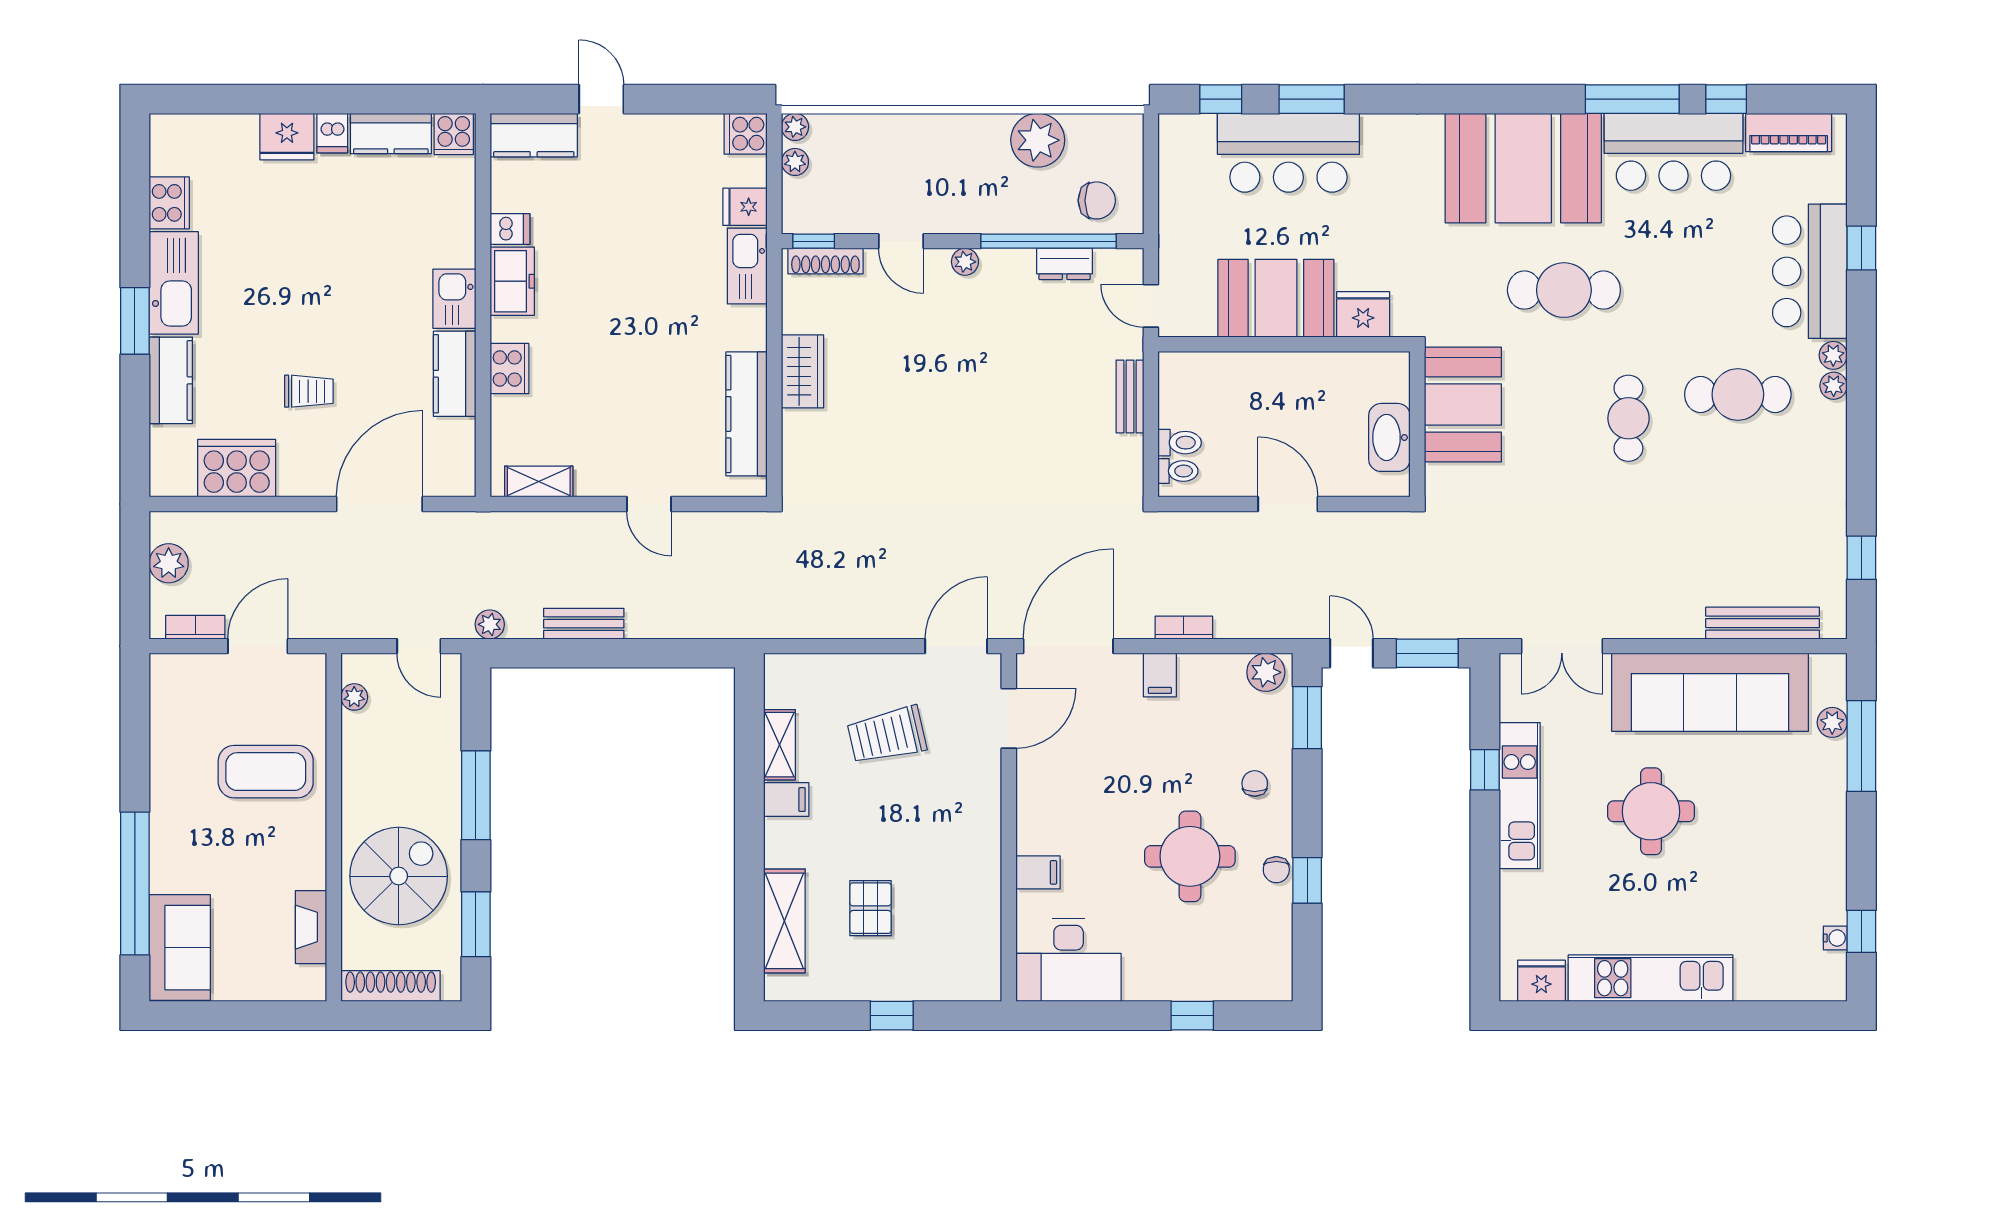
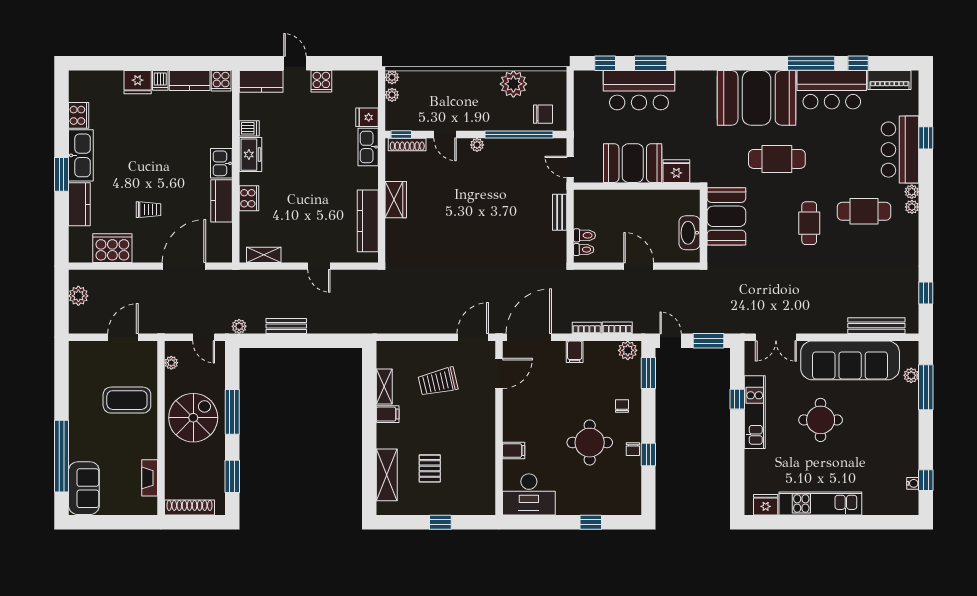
cooker: (746, 134) -> (321, 81), moved, turned -90
dresser: (1065, 264) -> (527, 146), removed
bookcase: (195, 627) -> (617, 328), moved
spiral stairs: (399, 876) -> (193, 418), moved

